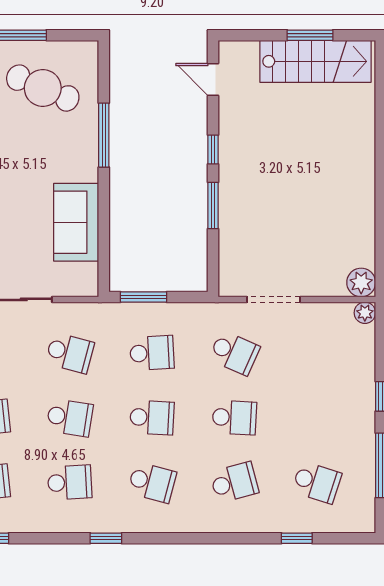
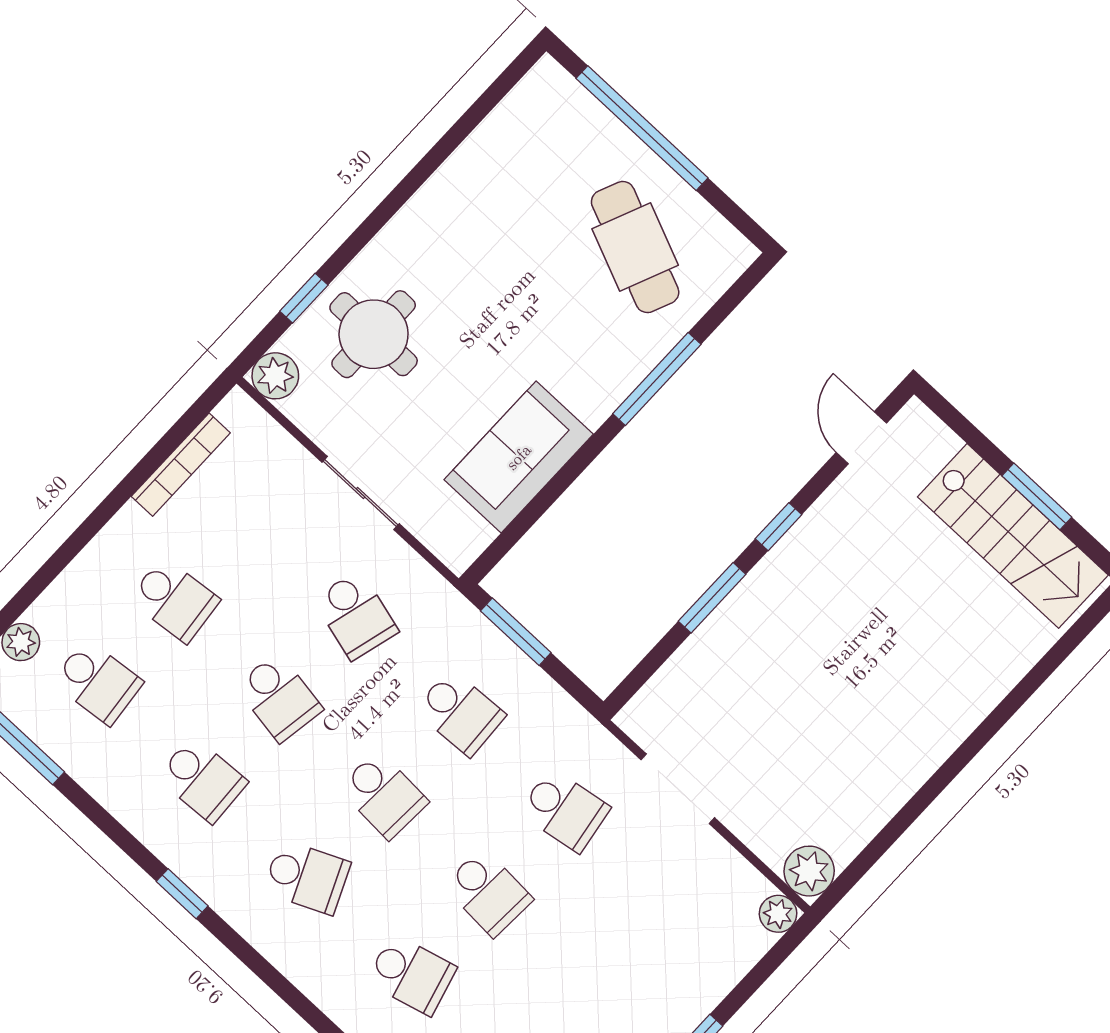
school desk: (234, 353) -> (565, 810), turned -33
school desk: (152, 482) -> (307, 877), turned -39

